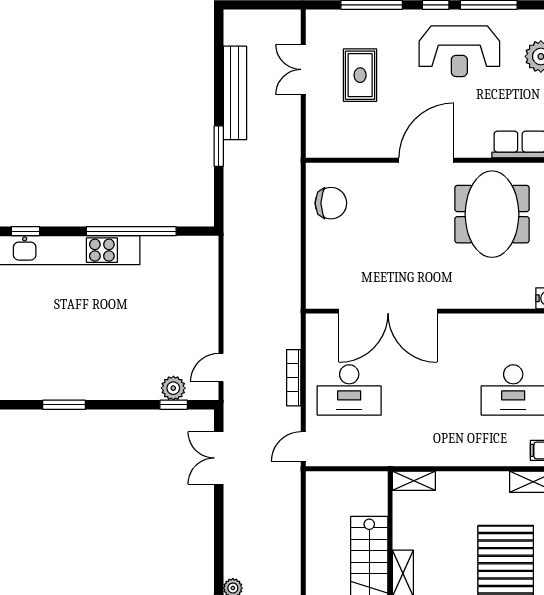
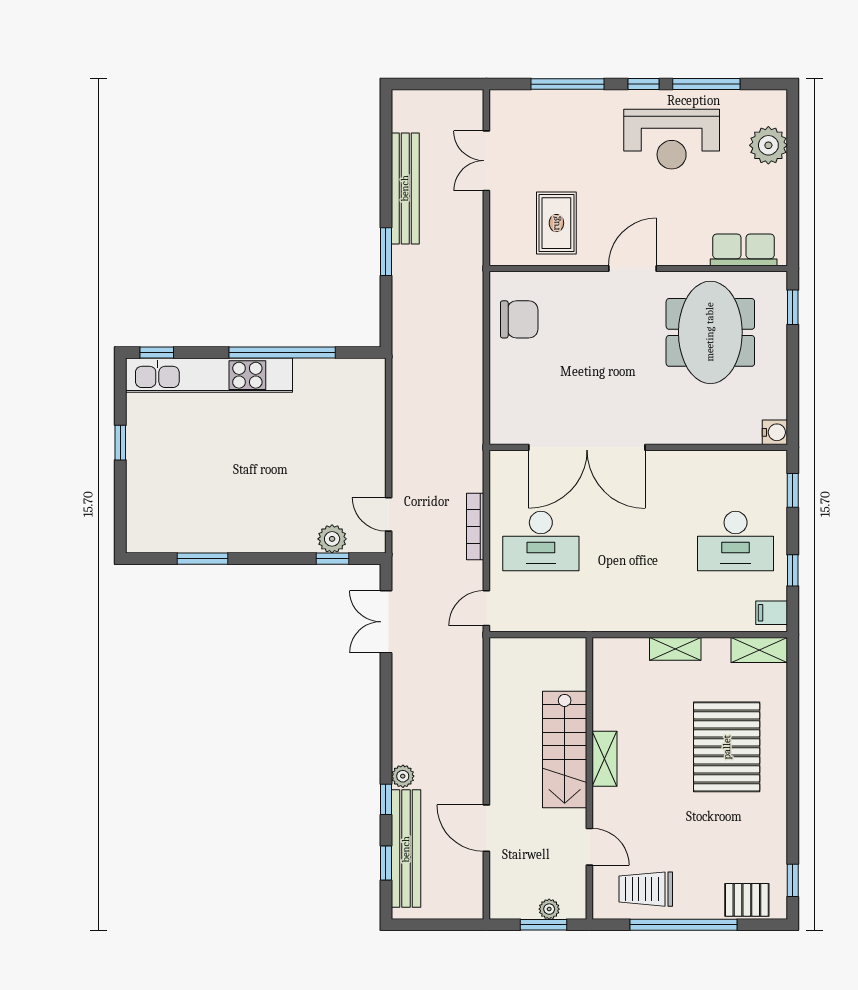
rug: (360, 75) -> (556, 223), moved
door: (426, 160) -> (632, 268), width x0.73
door: (221, 368) -> (389, 514), hinge flipped
shelving: (414, 481) -> (675, 649), moved

